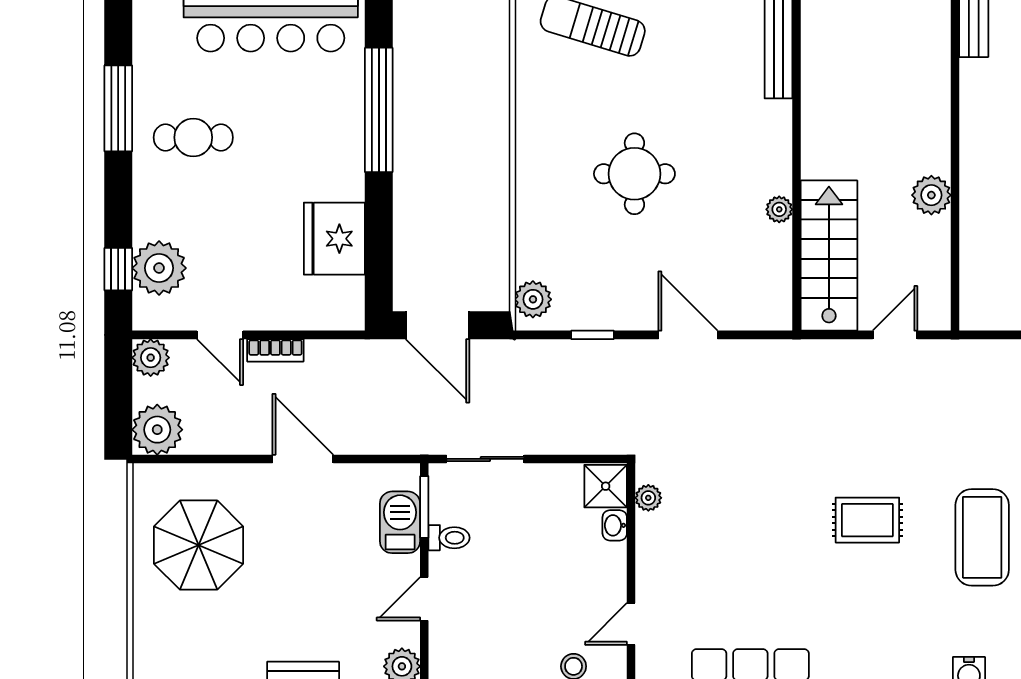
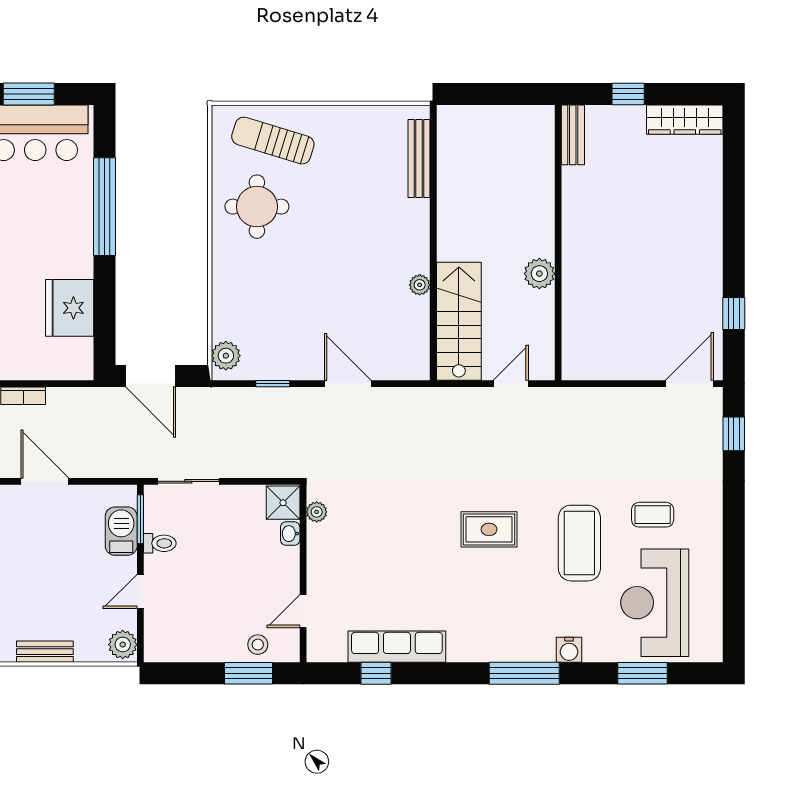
round table: (634, 174) -> (257, 207), moved

